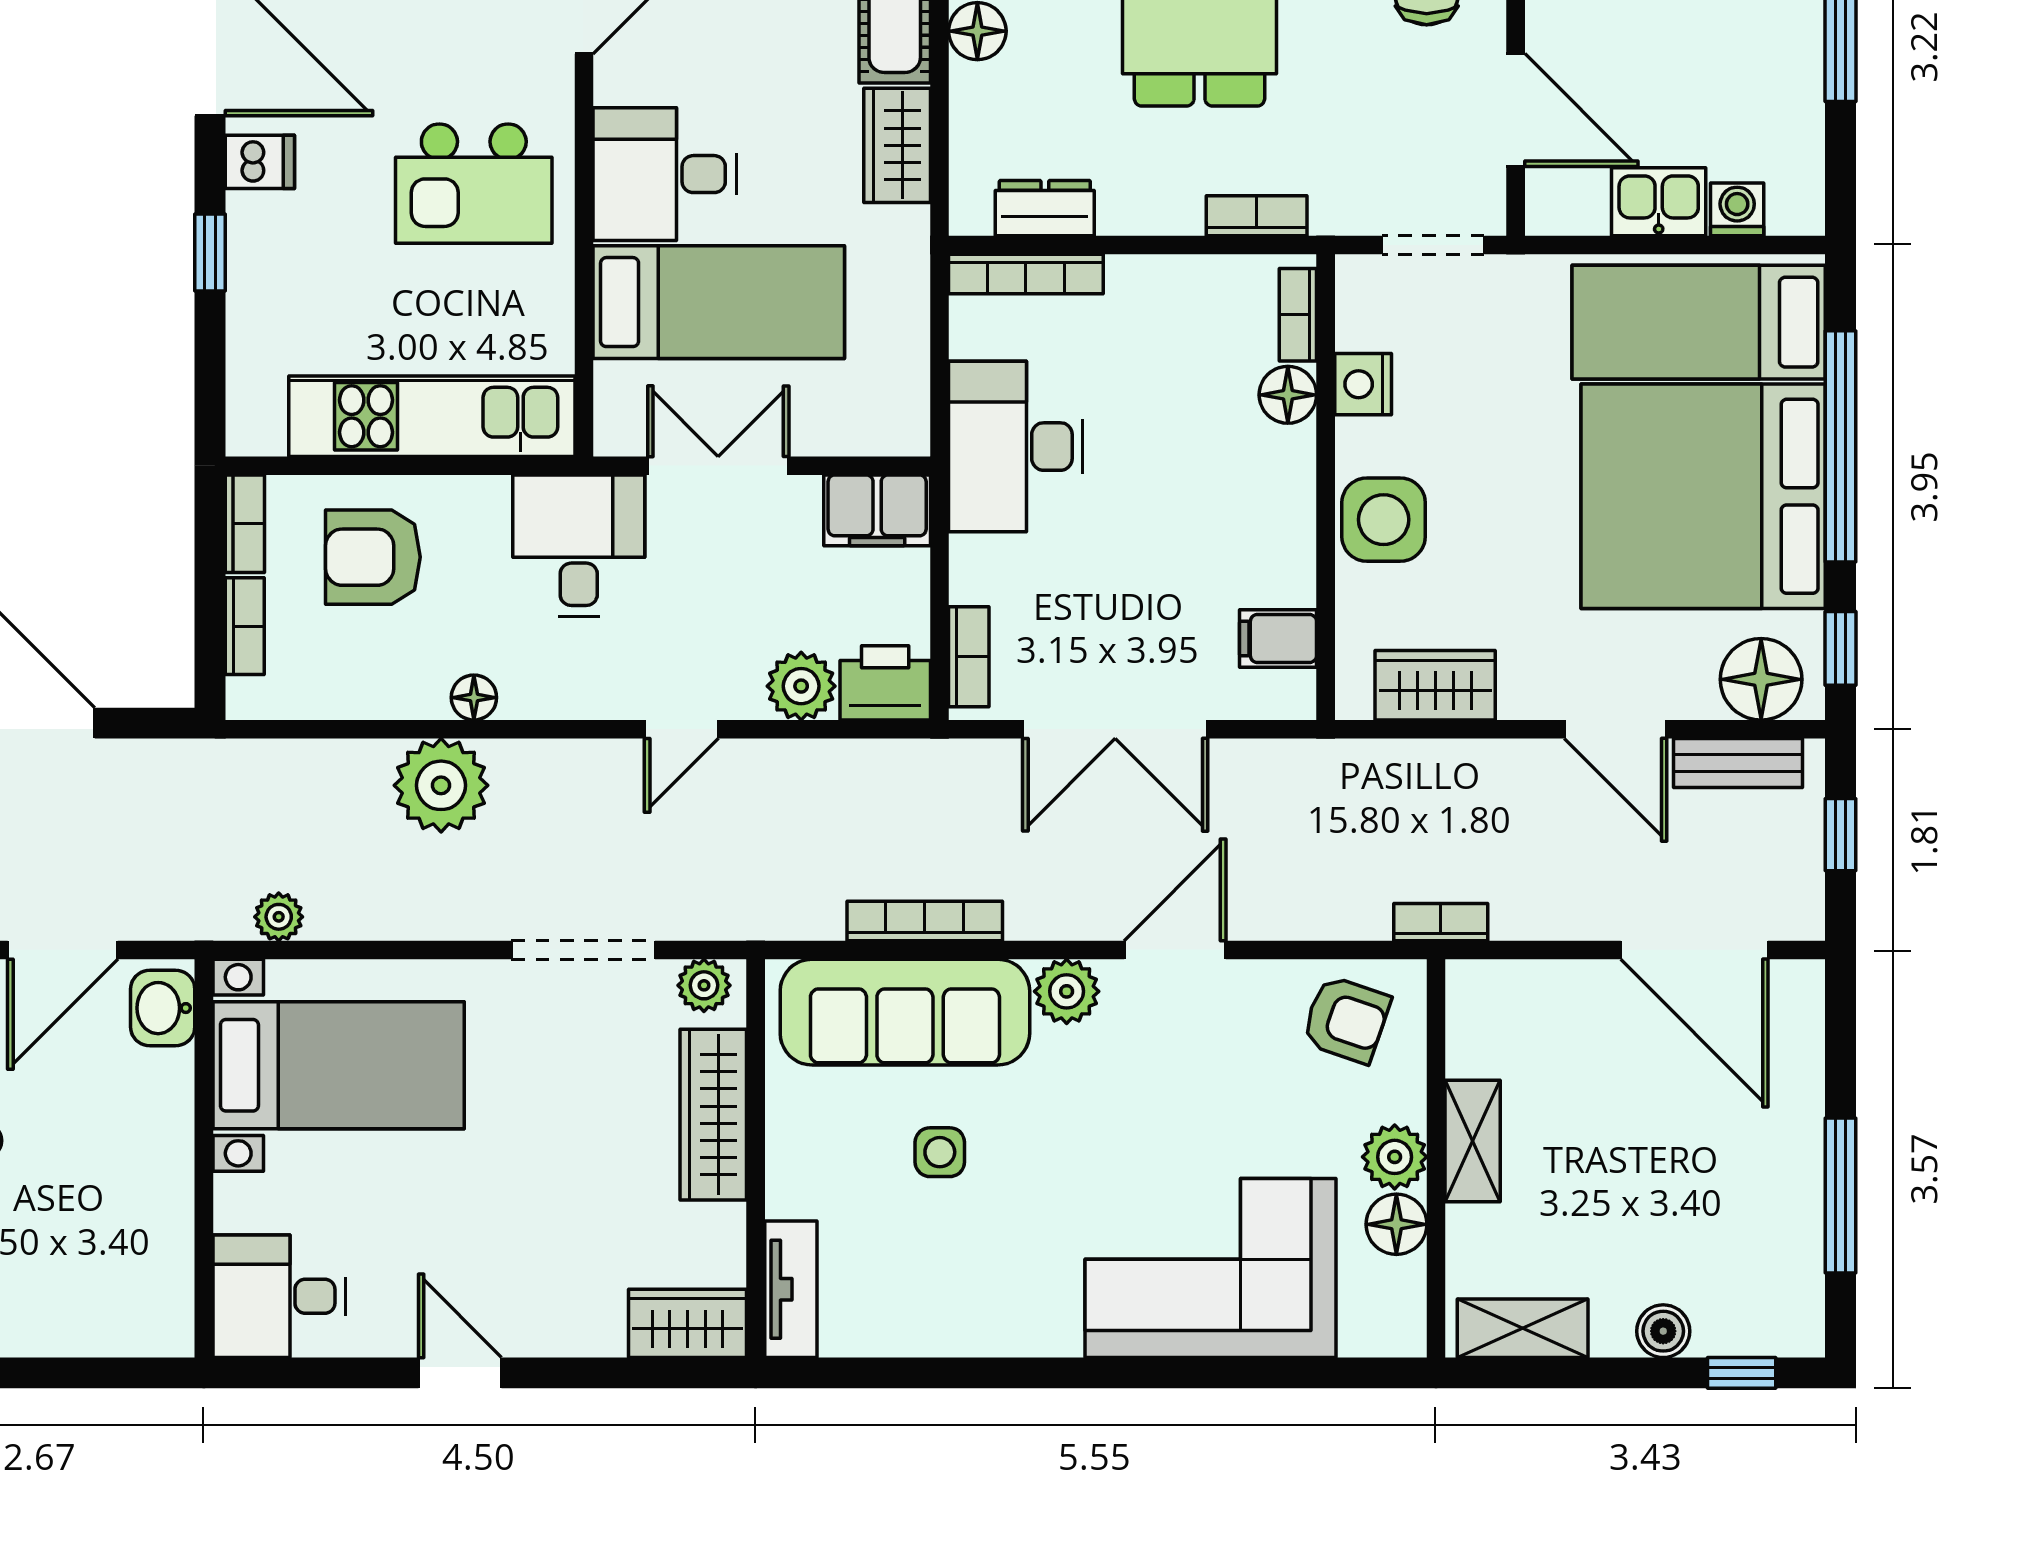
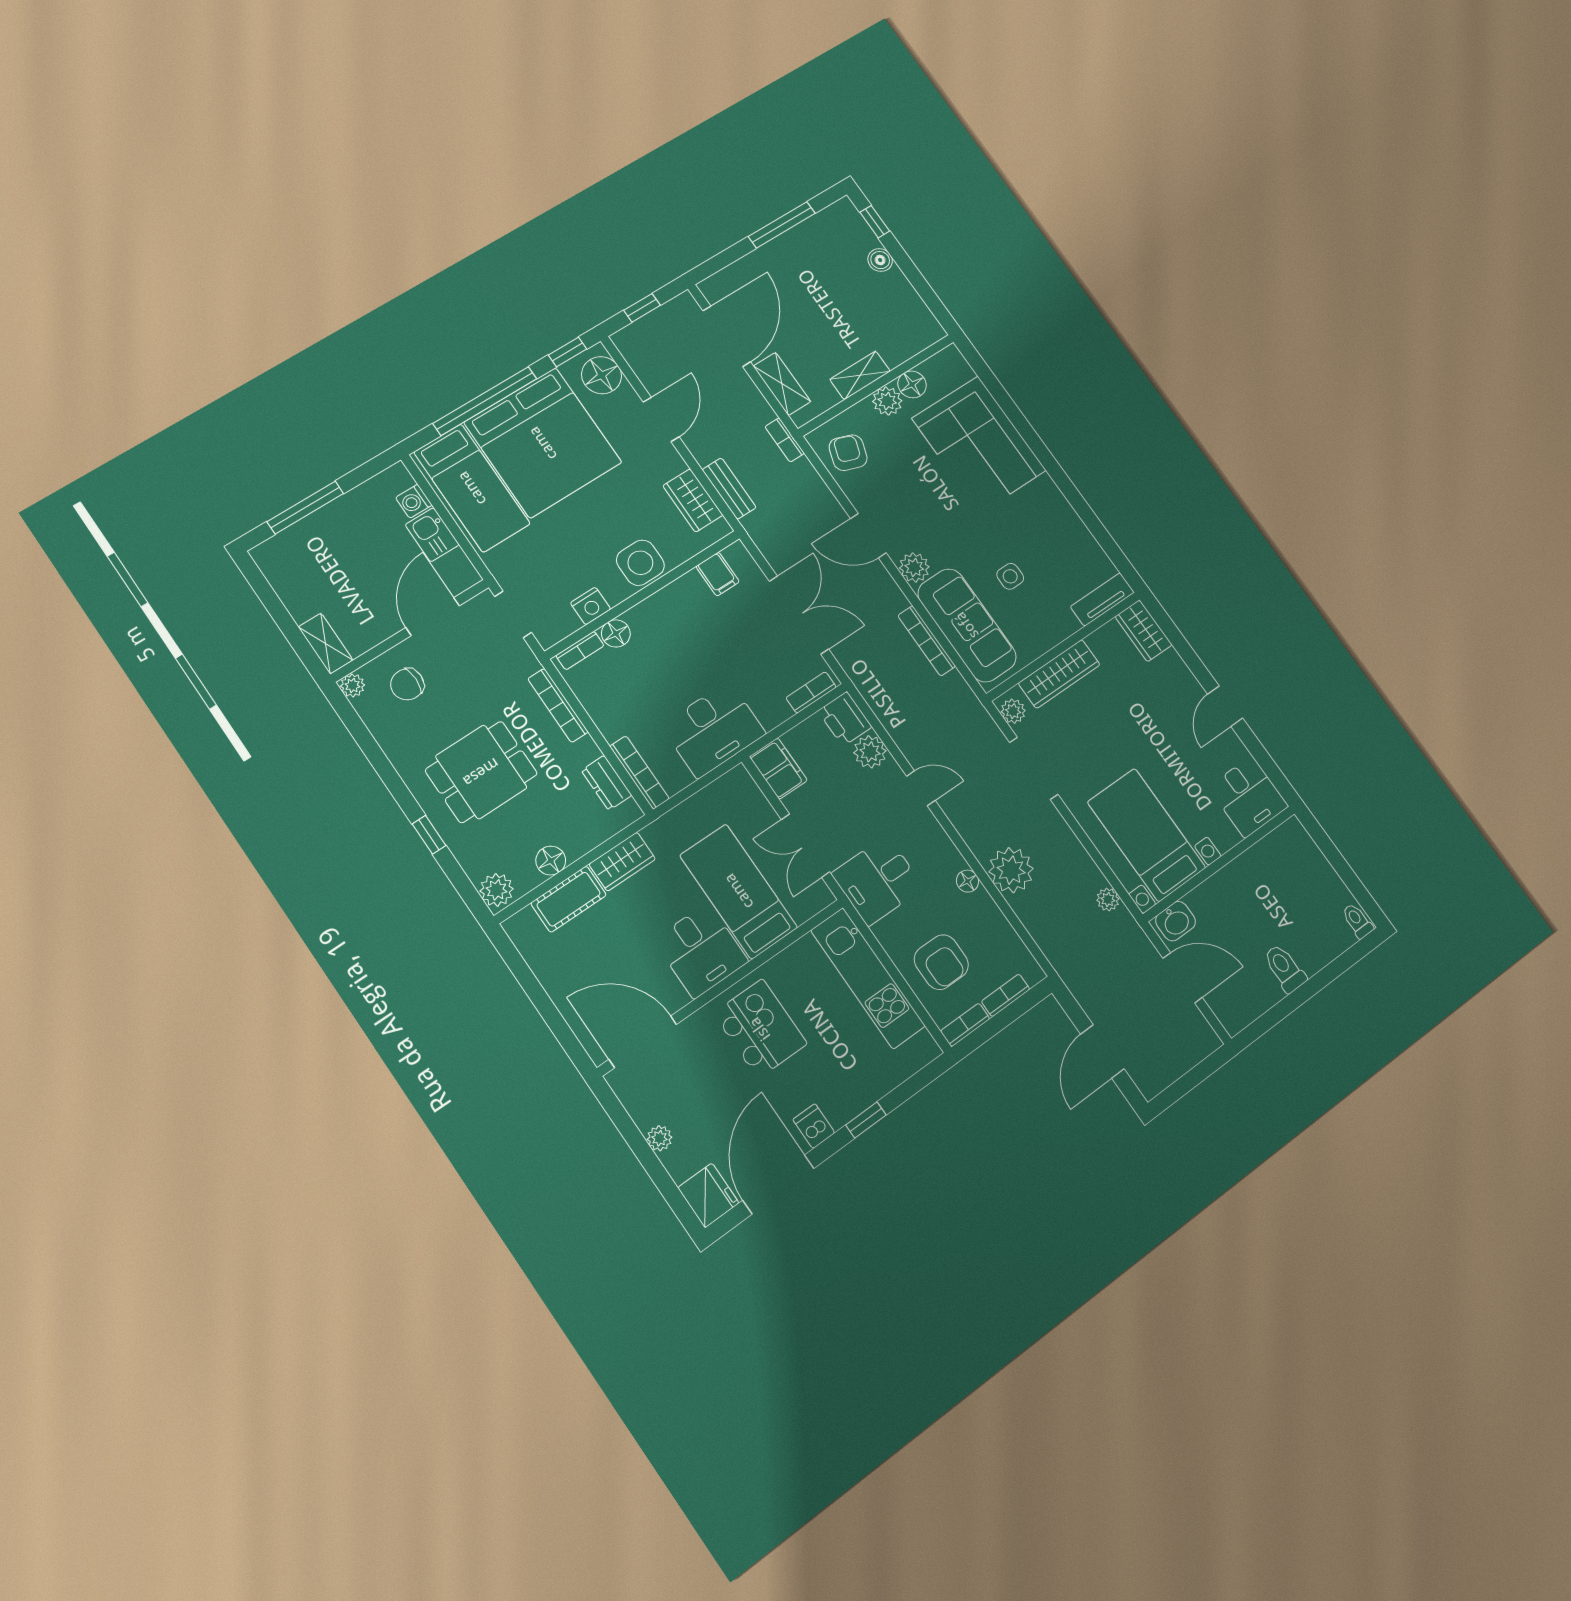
bookcase: (1257, 216) -> (558, 705), width x1.56
bench: (1738, 763) -> (729, 489), moved
shelving: (1523, 1328) -> (782, 384), moved

